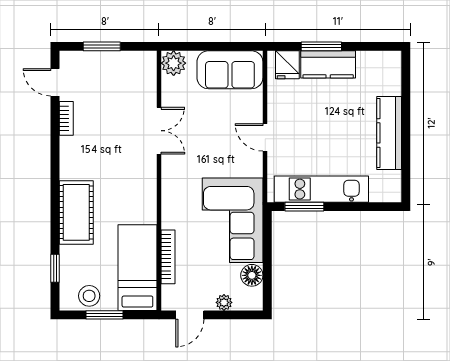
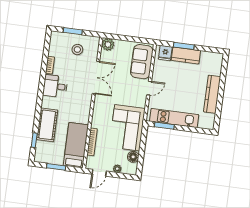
sofa: (230, 70) -> (142, 62), moved, turned 90
door: (55, 82) -> (47, 46), removed
double door: (159, 131) -> (96, 78), width x1.37
door: (265, 137) -> (149, 88), swing flipped
desk: (82, 158) -> (55, 86), added
cot: (76, 212) -> (47, 125), moved
stool: (89, 296) -> (77, 50), moved

